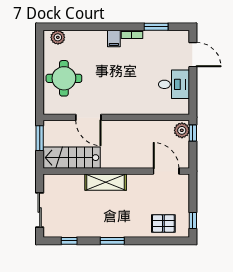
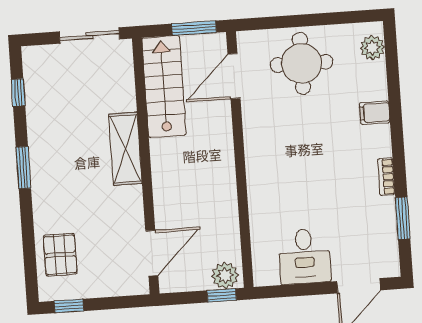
filing cabinet: (114, 39) -> (375, 113), moved
door: (88, 117) -> (234, 76), moved
sliding door: (40, 210) -> (90, 35), moved

